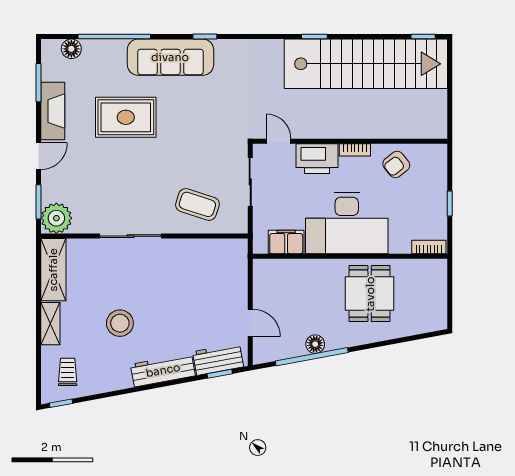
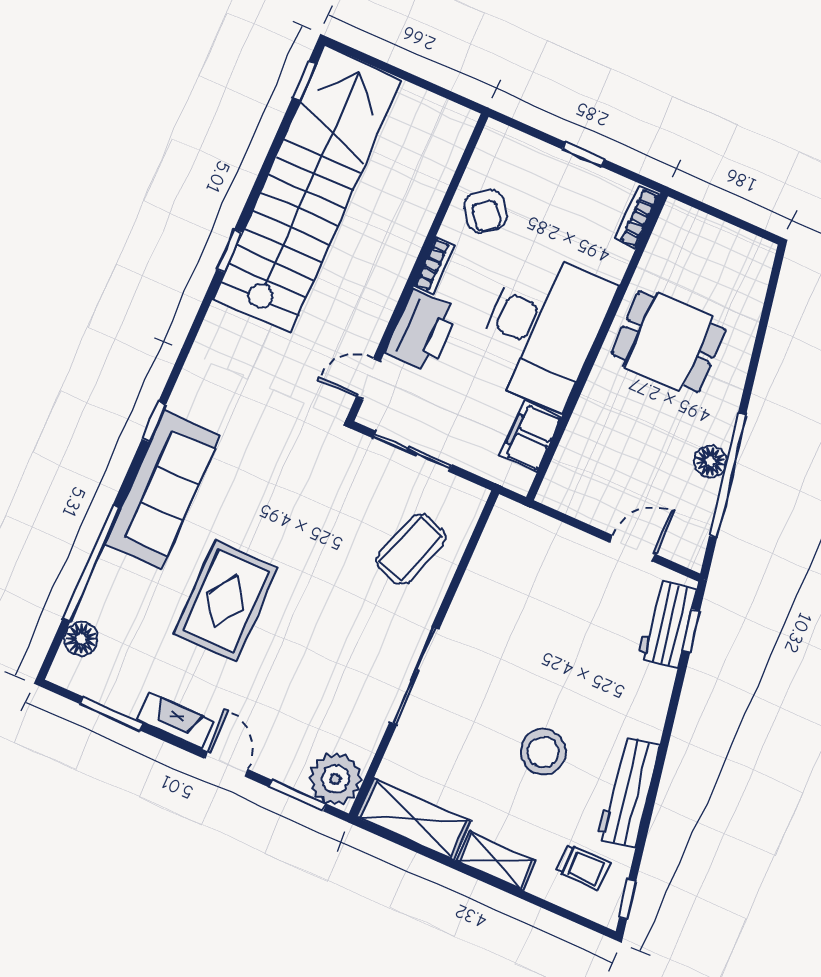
fireplace: (53, 111) -> (176, 720), width x0.73, depth x0.76
workbench: (163, 370) -> (628, 792), moved
trolley: (68, 372) -> (583, 867), turned 180

